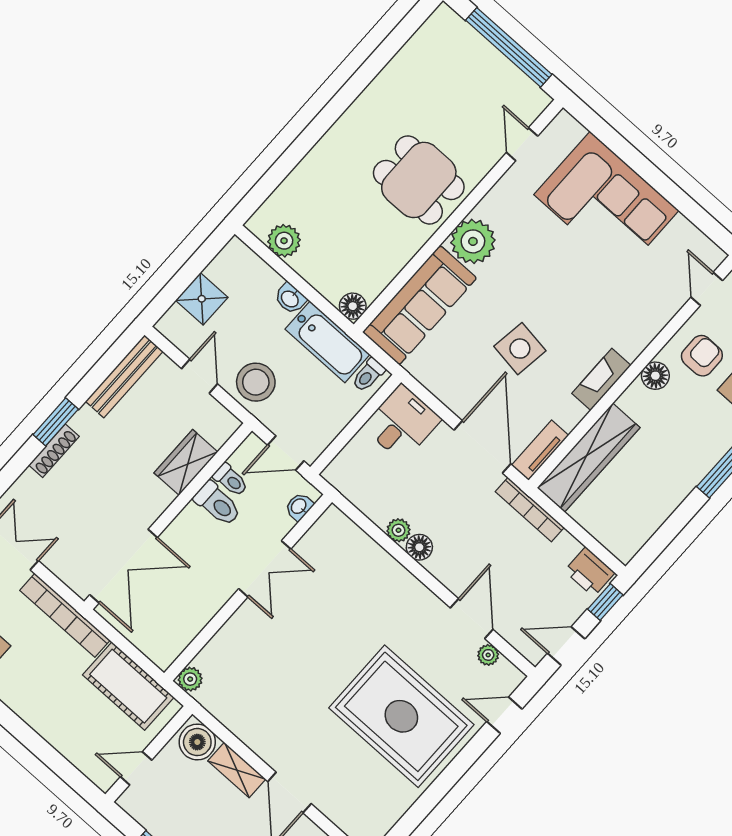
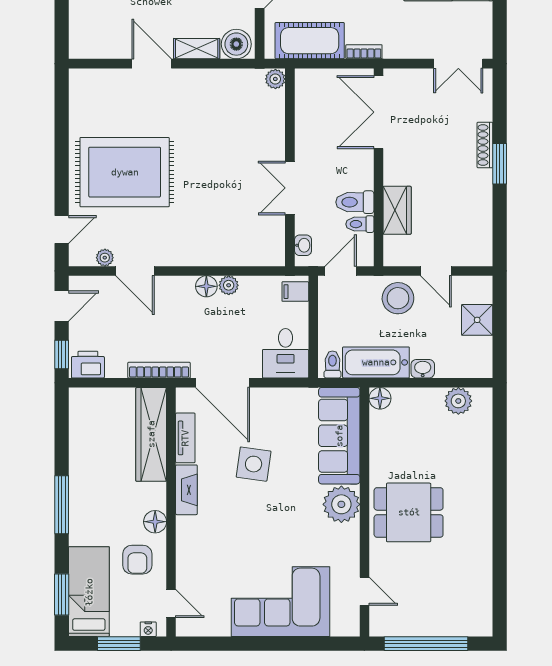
bench: (124, 376) -> (482, 229), removed
tv unit: (540, 450) -> (185, 438), moved
filing cabinet: (343, 471) -> (295, 292), added
bookcase: (65, 615) -> (364, 52), width x0.43, depth x0.76

